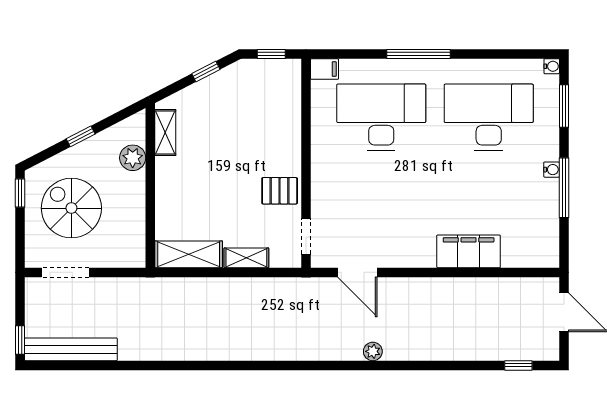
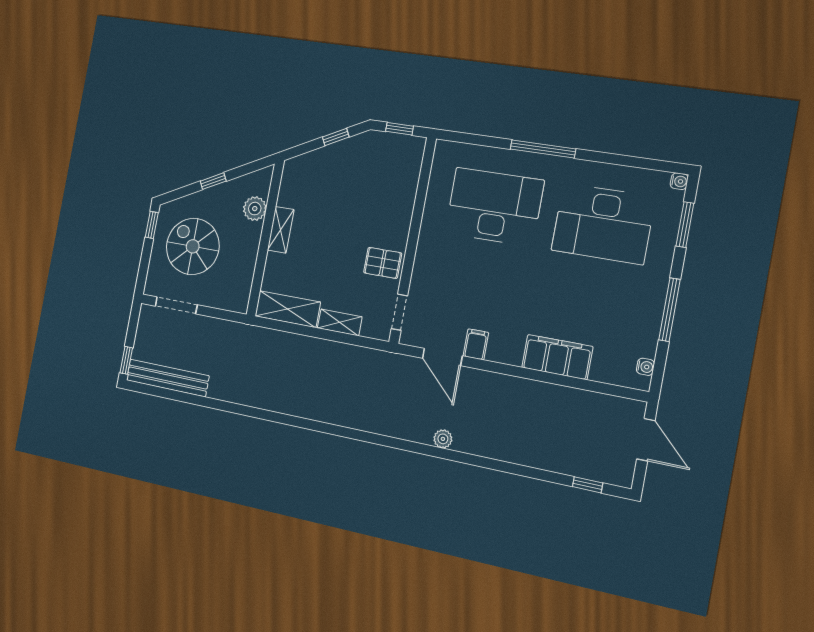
filing cabinet: (324, 69) -> (476, 344), moved, turned -90
desk: (489, 117) -> (603, 224), turned 180
shelving: (165, 133) -> (281, 230), moved
water cooler: (552, 170) -> (645, 367), moved

